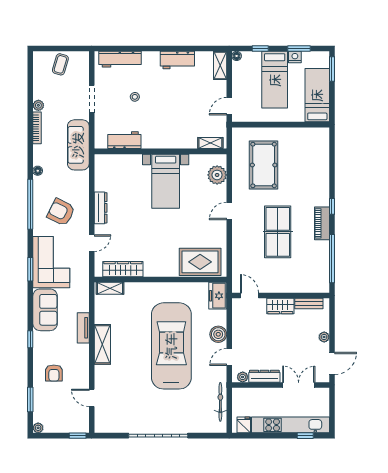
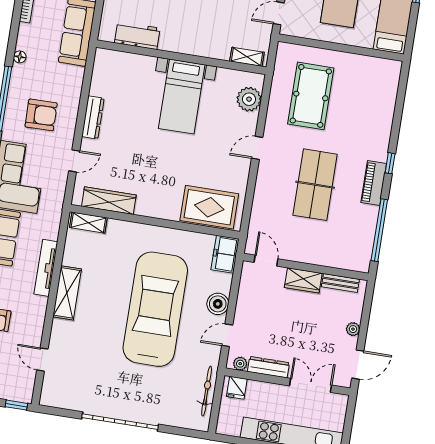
armchair: (61, 212) -> (41, 115), turned 152
tv unit: (83, 328) -> (46, 268), width x1.41
fridge: (244, 425) -> (237, 388), moved, turned 180

